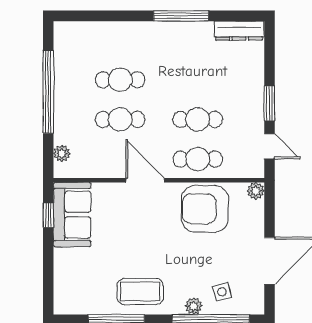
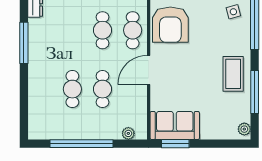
window: (48, 215) -> (175, 144), width x1.50
plant: (194, 306) -> (244, 129), moved

